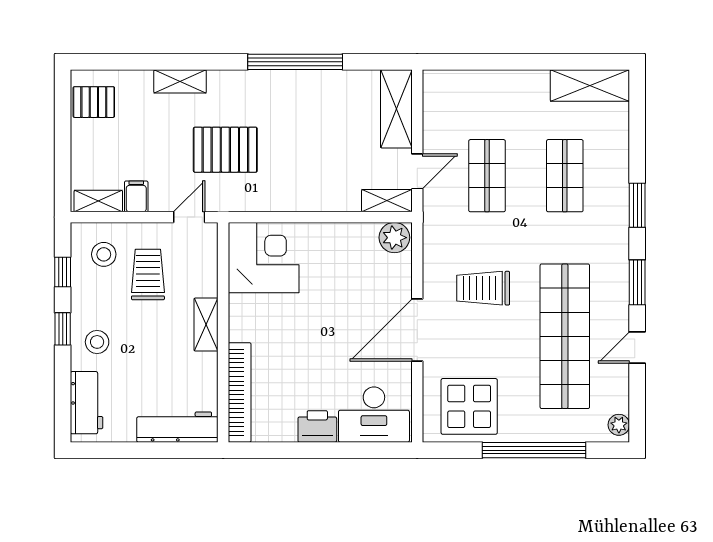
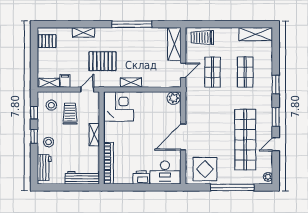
shelving: (387, 201) -> (131, 83), moved
trolley: (483, 288) -> (202, 38), moved

